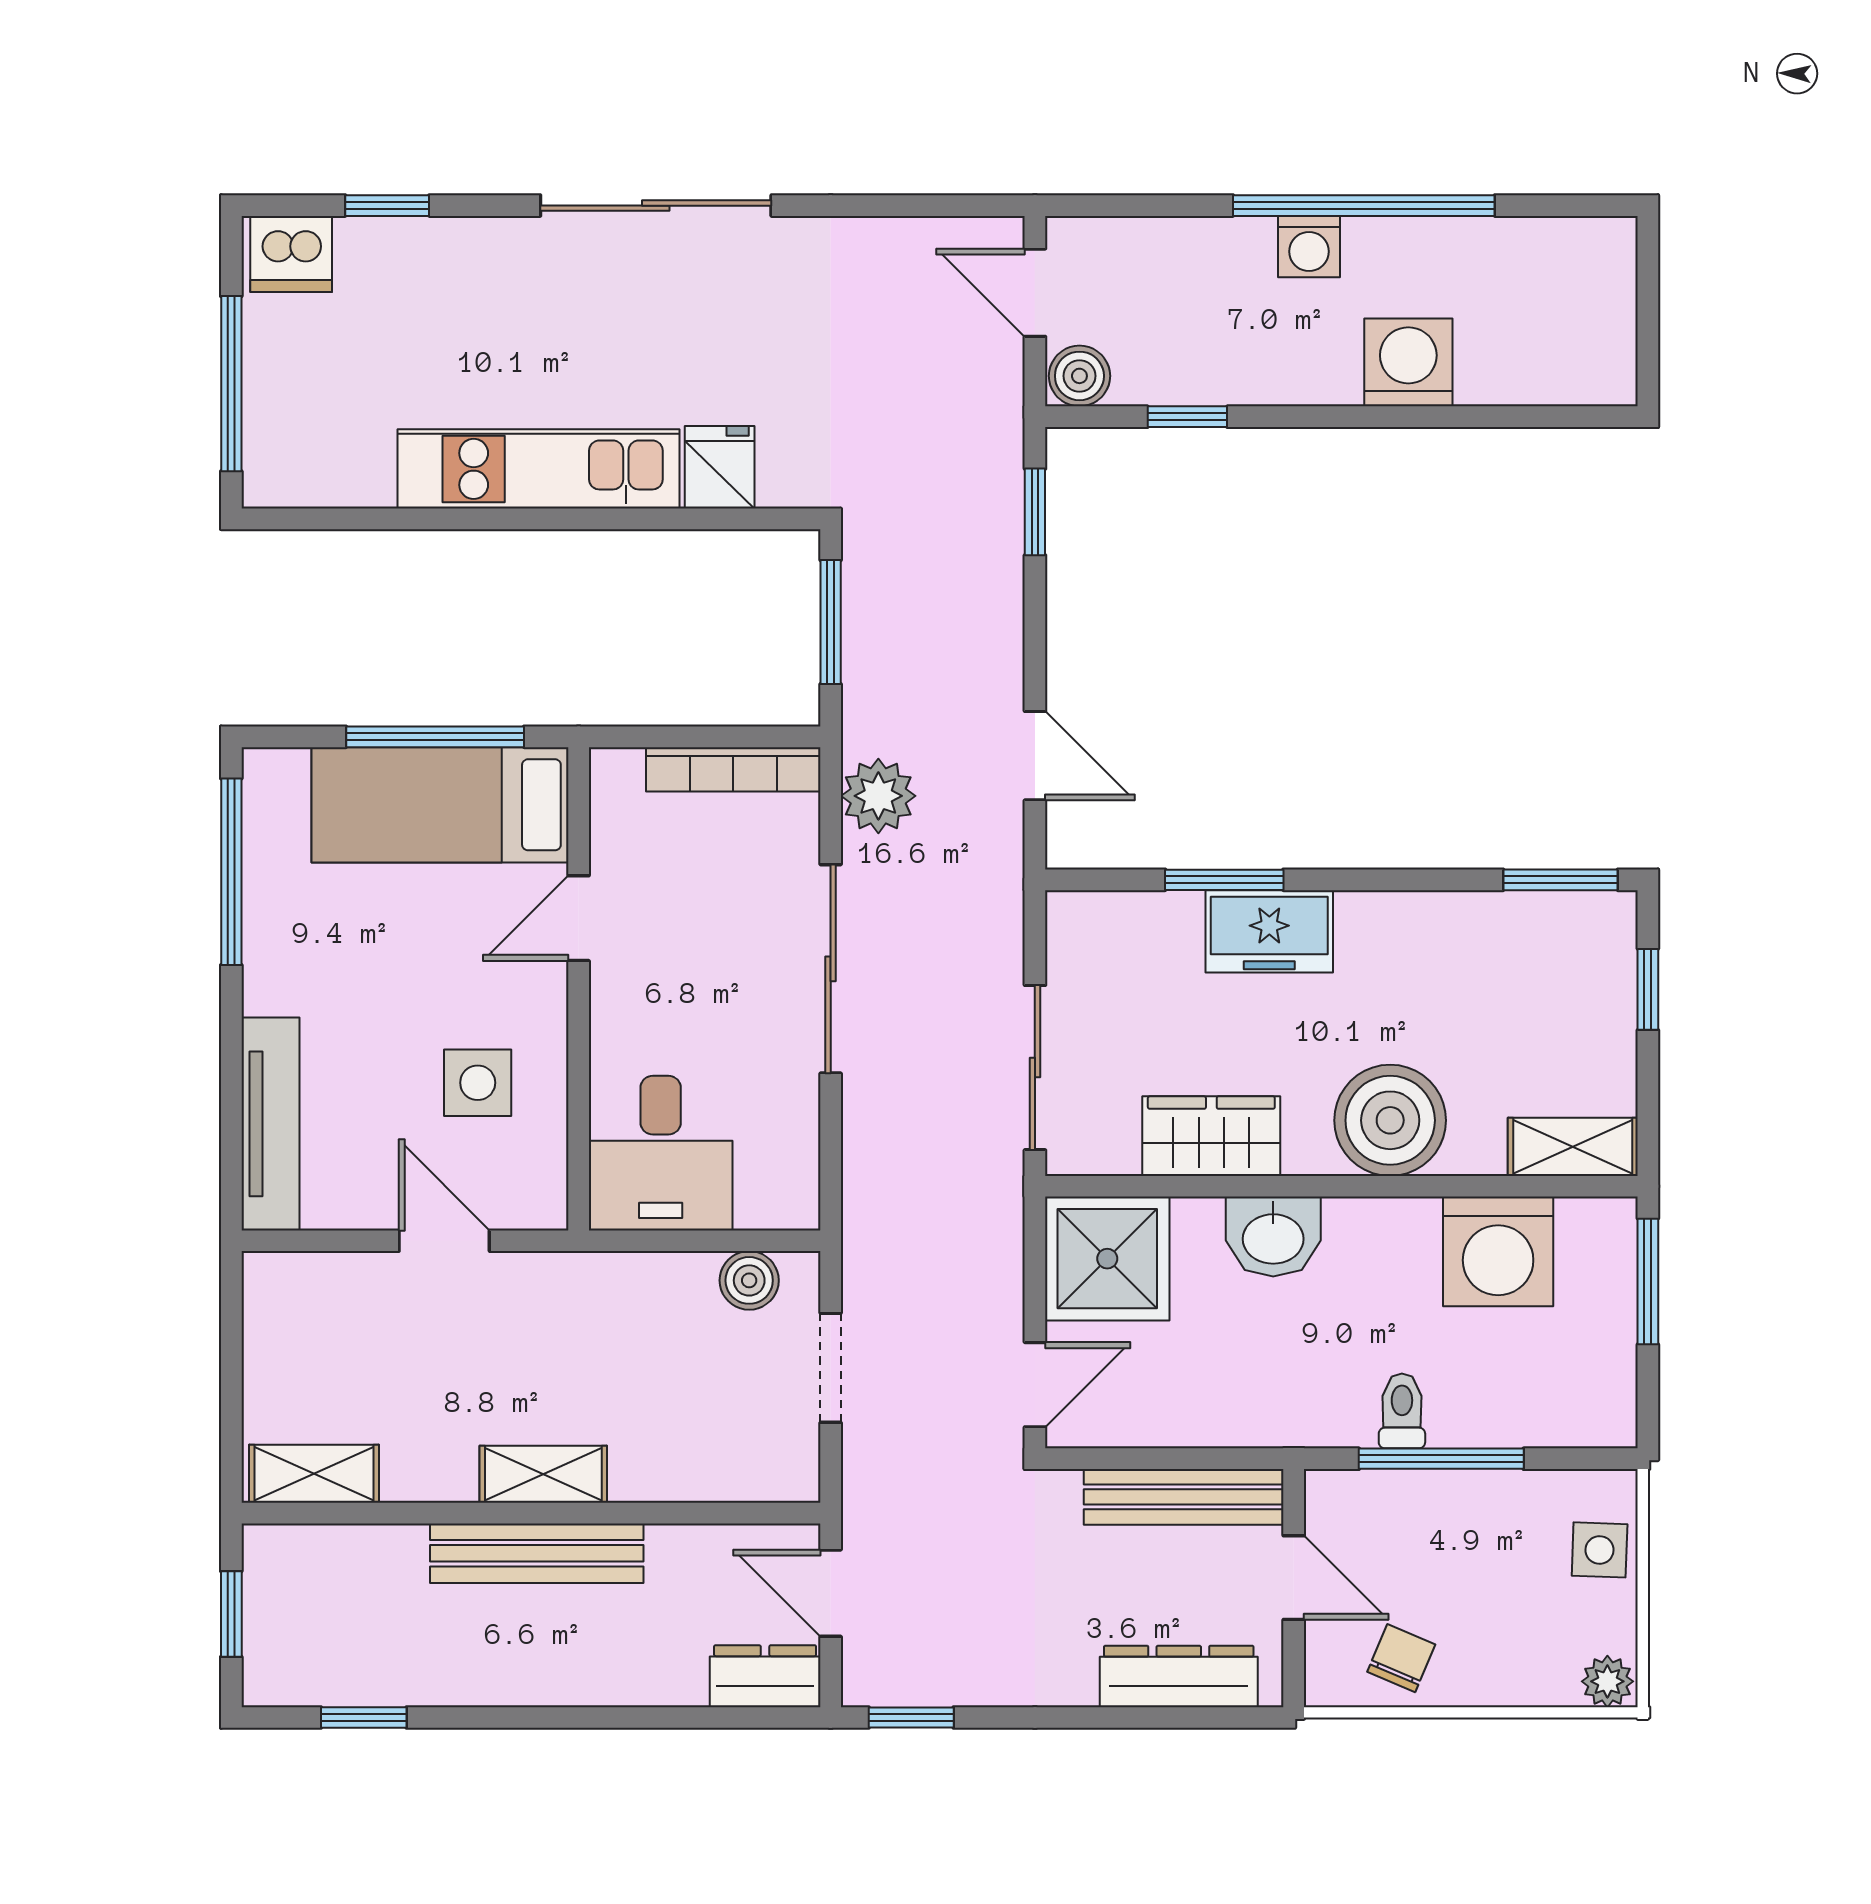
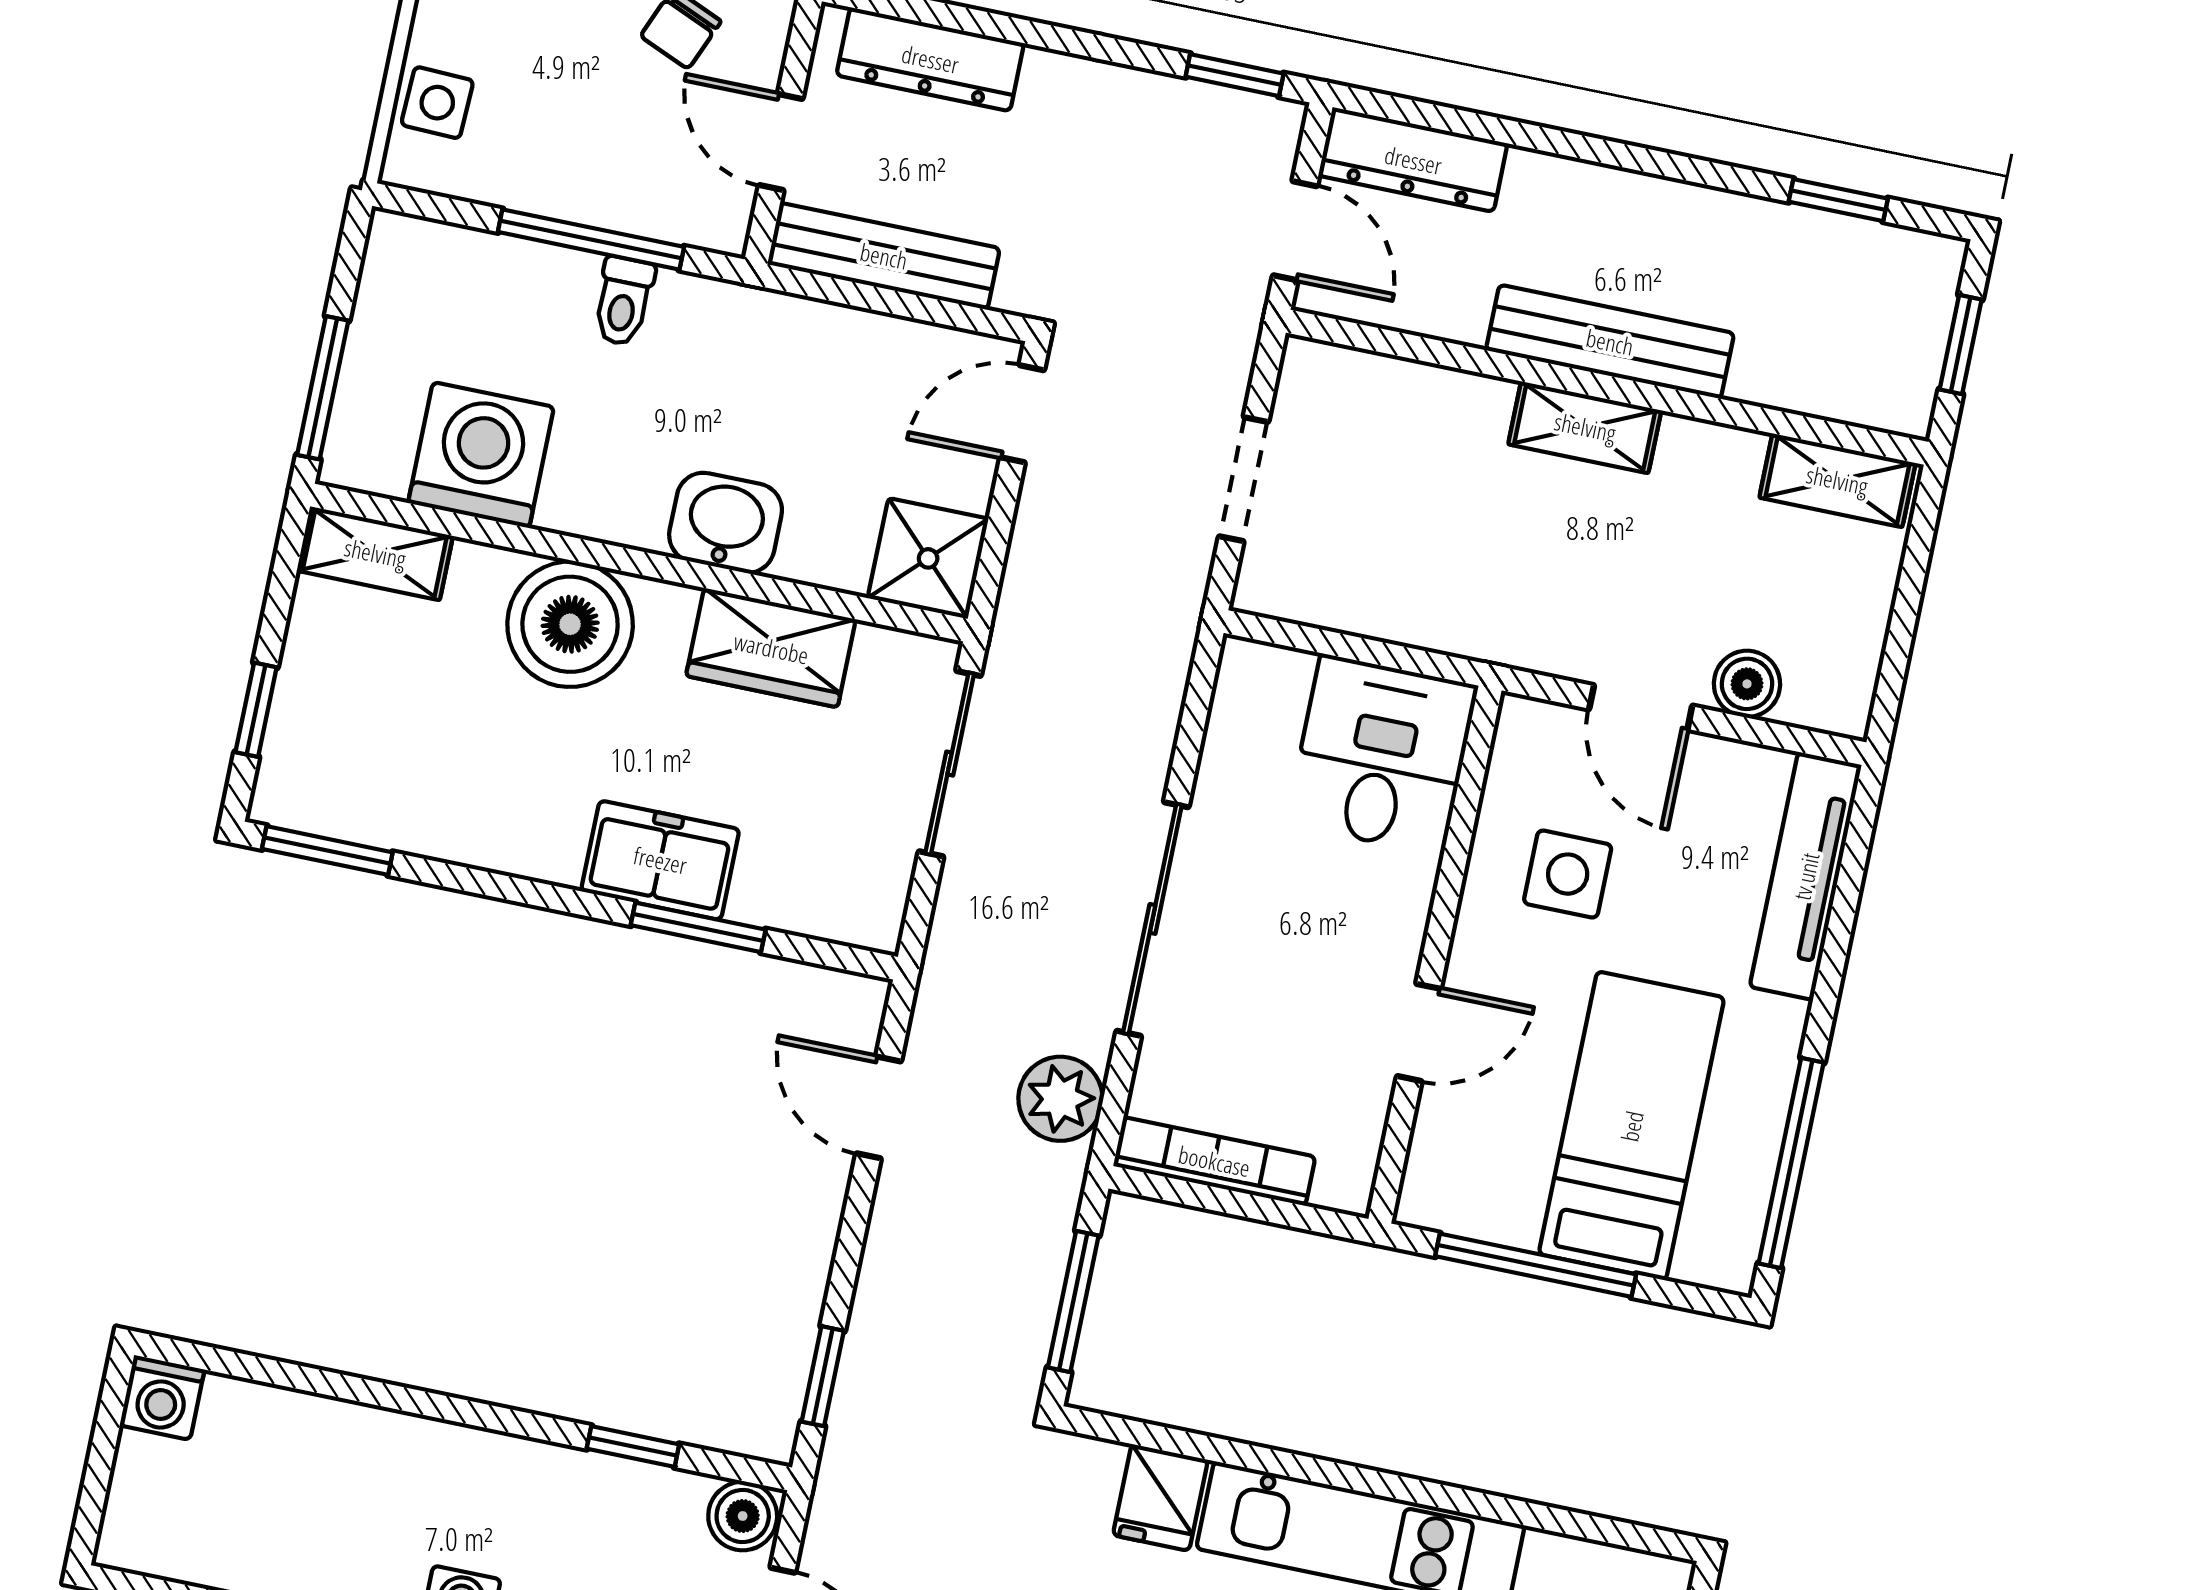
washing machine: (1408, 362) -> (162, 1397), moved, width x0.73, depth x0.73
bed: (440, 805) -> (1632, 1126), moved, turned -90
shower: (1107, 1259) -> (928, 558), width x0.73, depth x0.73
boiler: (749, 1280) -> (1747, 684), moved
dresser: (765, 1676) -> (1413, 160), width x1.44

